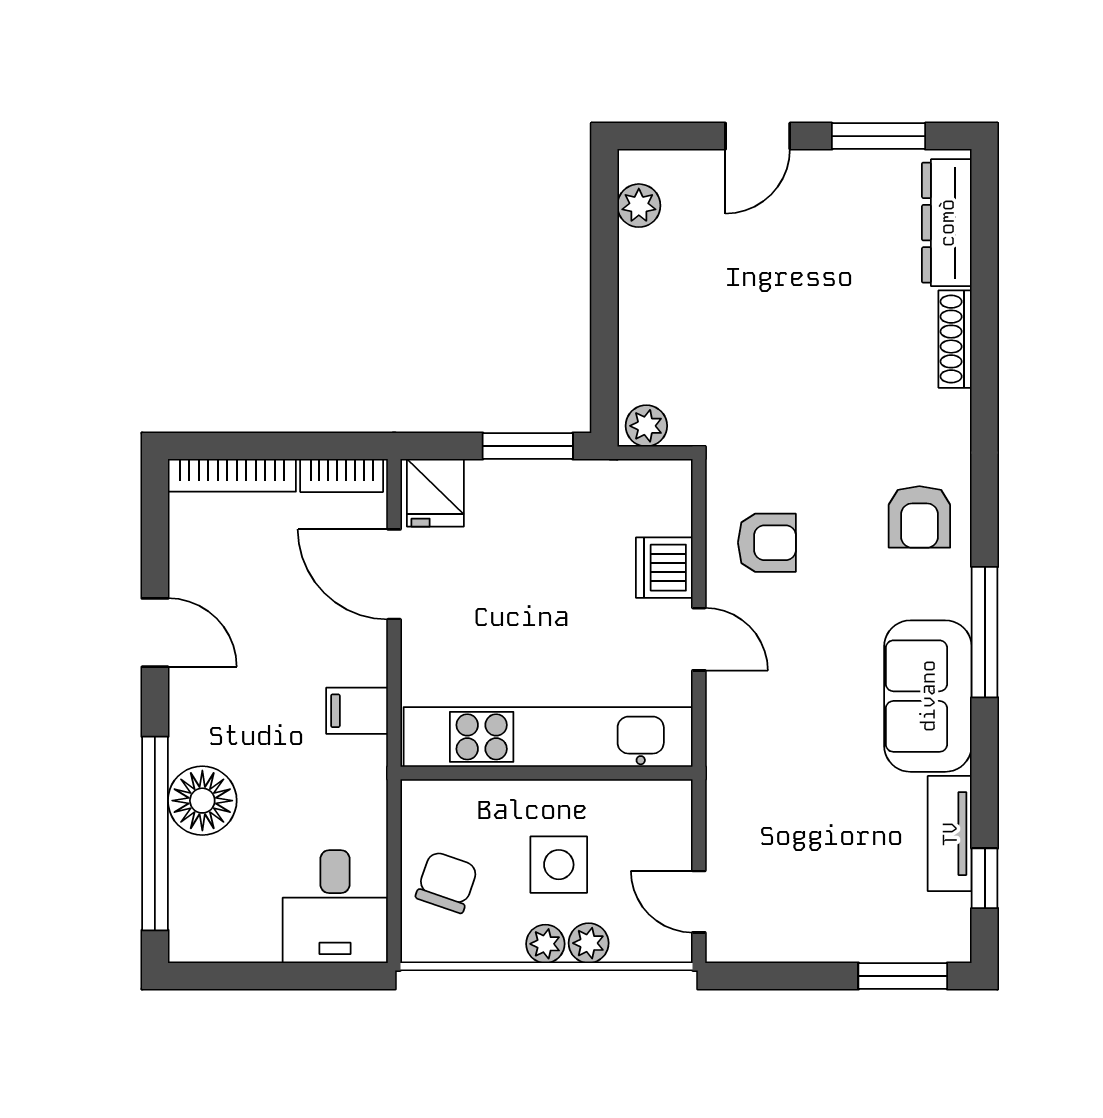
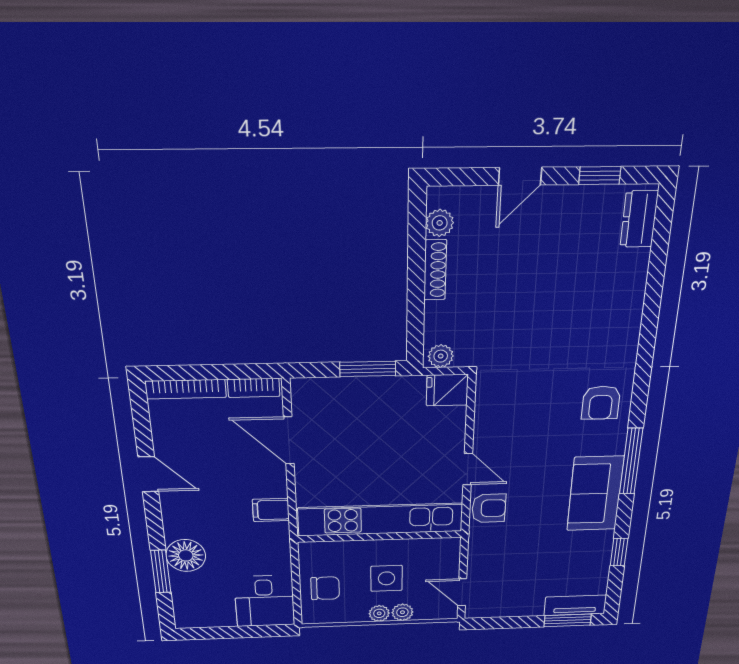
window: (879, 136) -> (600, 175), width x0.67
dresser: (947, 223) -> (639, 219), width x0.70
shoe rack: (955, 339) -> (435, 270), moved, turned 180
fridge: (435, 493) -> (447, 390), moved, turned 90
armchair: (767, 543) -> (489, 508), moved
dishwasher: (664, 568) -> (449, 433), removed
window: (155, 833) -> (161, 572), width x0.47
tv unit: (950, 834) -> (575, 605), moved, turned 90
window: (985, 878) -> (619, 552), moved
chair: (447, 882) -> (325, 588), turned 71

